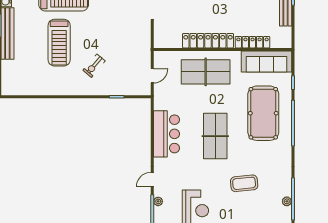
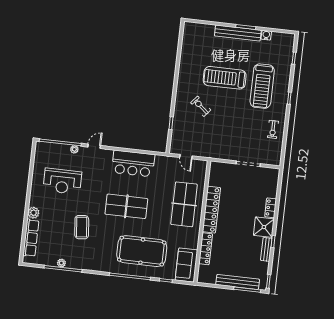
sofa: (266, 61) -> (186, 265), width x0.73
door: (152, 180) -> (94, 146), hinge flipped

